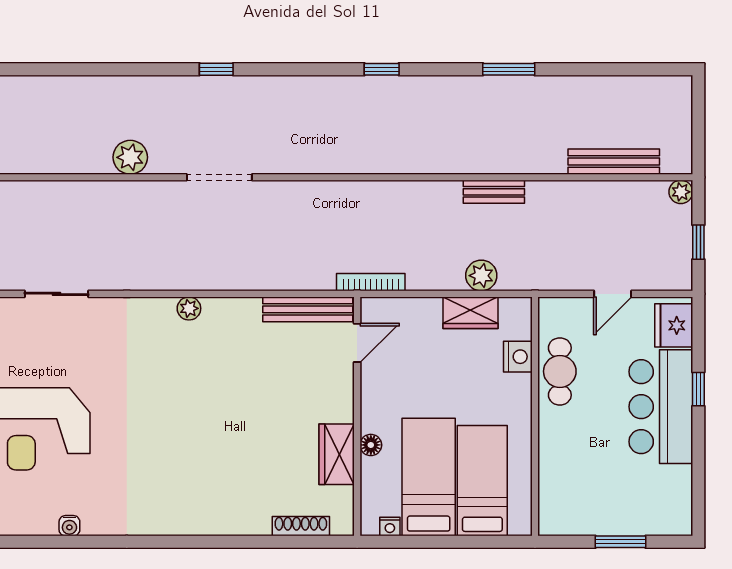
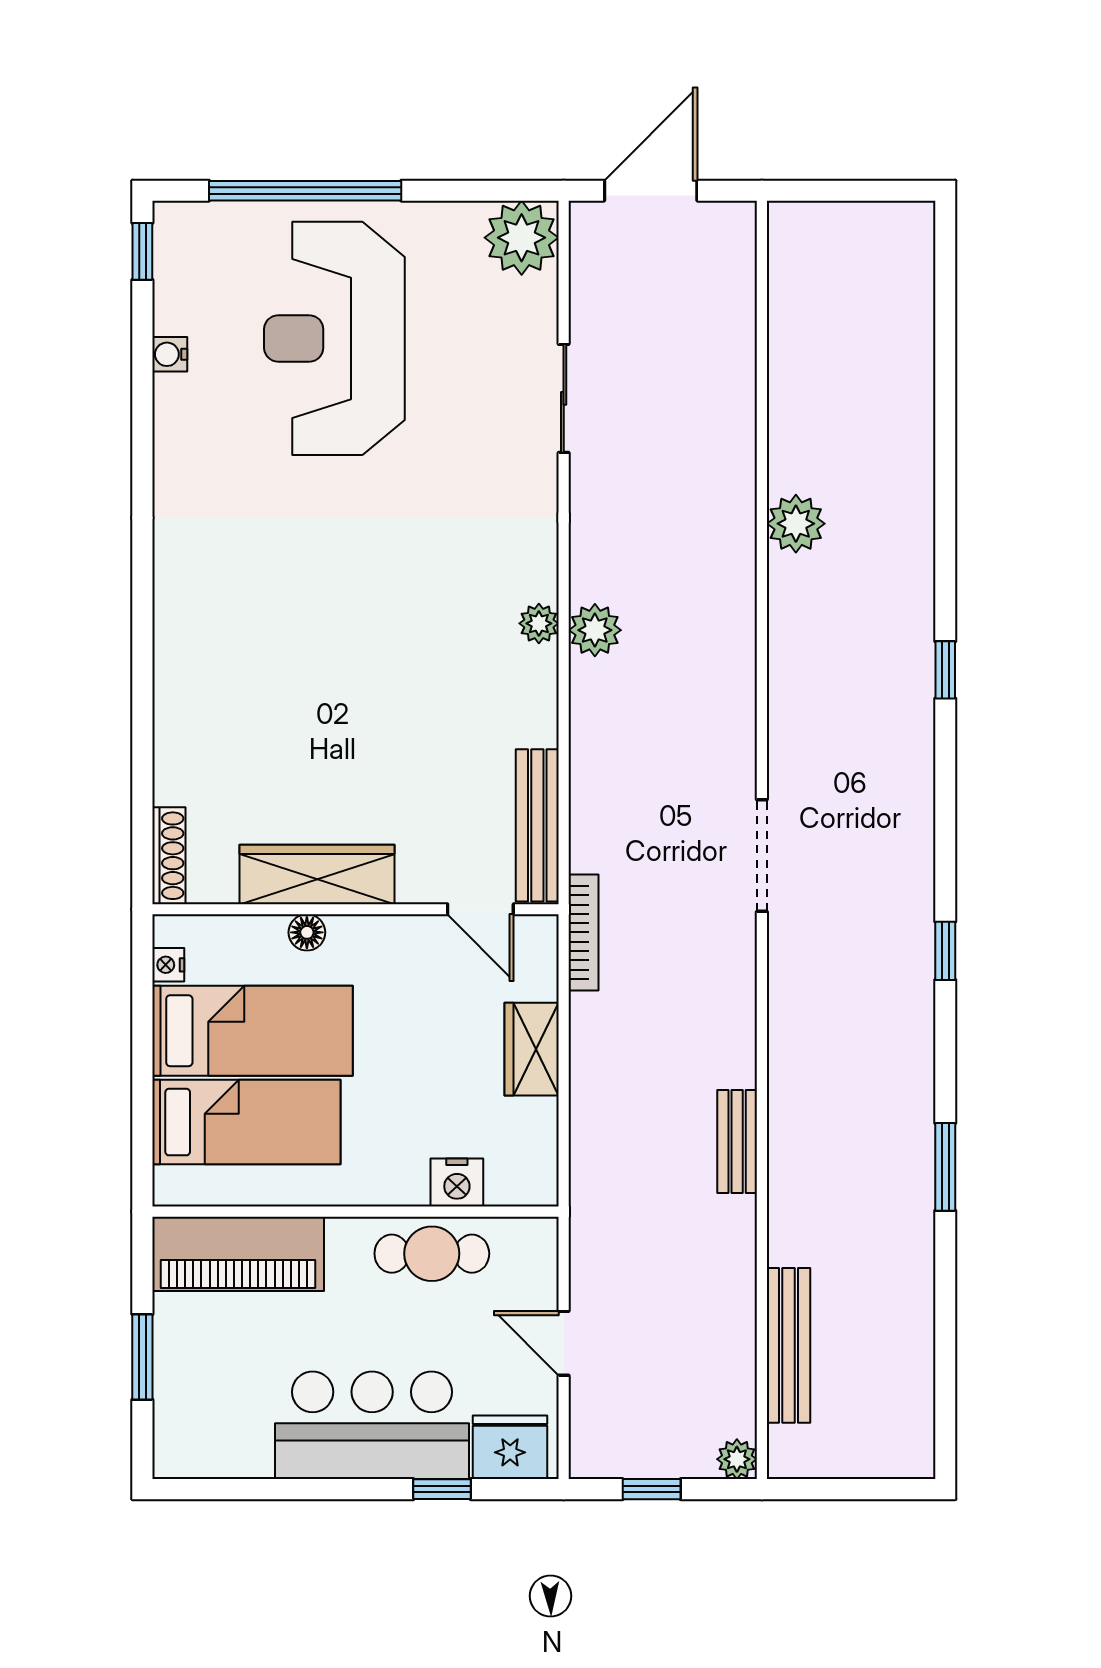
doorway: (219, 177) -> (762, 856), moved
plant: (481, 276) -> (595, 630), moved
wardrobe: (470, 313) -> (532, 1049), moved
window: (698, 389) -> (442, 1489), moved
wardrobe: (337, 454) -> (317, 874), width x1.50
piano: (560, 485) -> (238, 1254), added
water cooler: (69, 526) -> (170, 354), moved
shoe rack: (301, 526) -> (169, 856), moved

